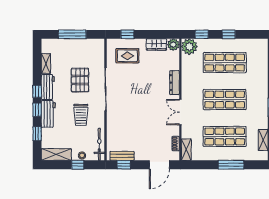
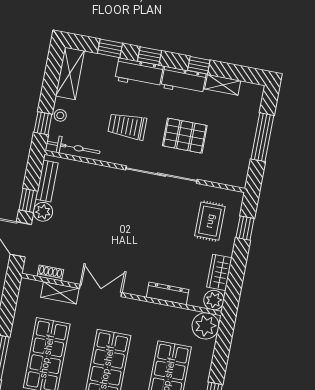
window: (202, 34) -> (222, 350), removed
dresser: (175, 83) -> (168, 293), moved
window: (37, 91) -> (199, 65), moved
shelving: (186, 150) -> (60, 293), moved
plant: (141, 155) -> (43, 212), added
window: (78, 165) -> (43, 123), moved
window: (124, 165) -> (28, 200), moved

